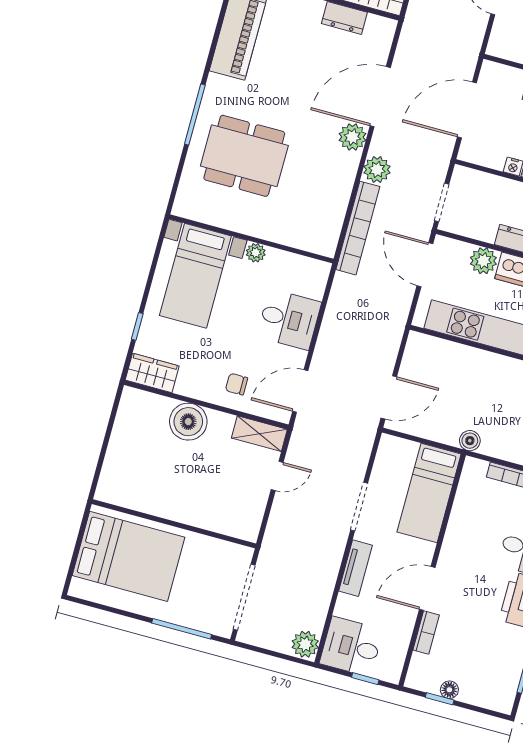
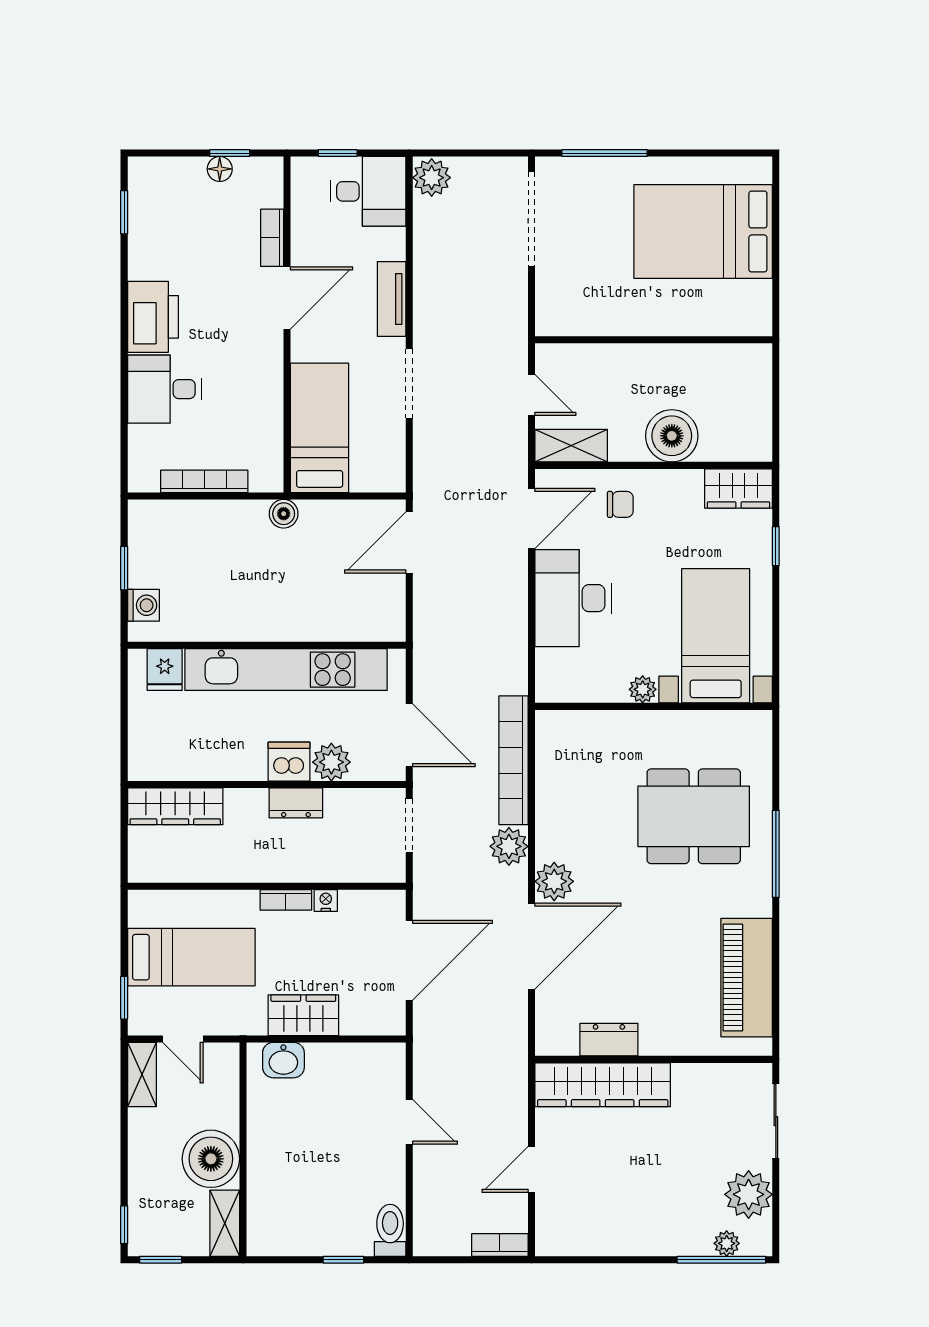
desk: (289, 319) -> (573, 598), width x1.37
door: (277, 476) -> (531, 395), swing flipped
wall: (174, 524) -> (654, 340), moved

